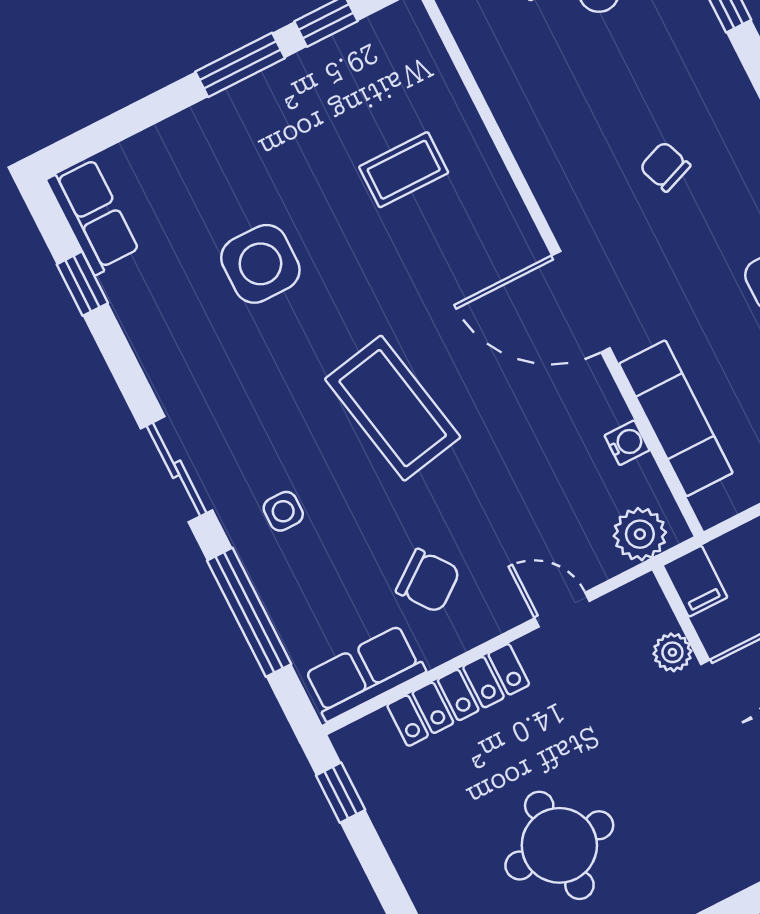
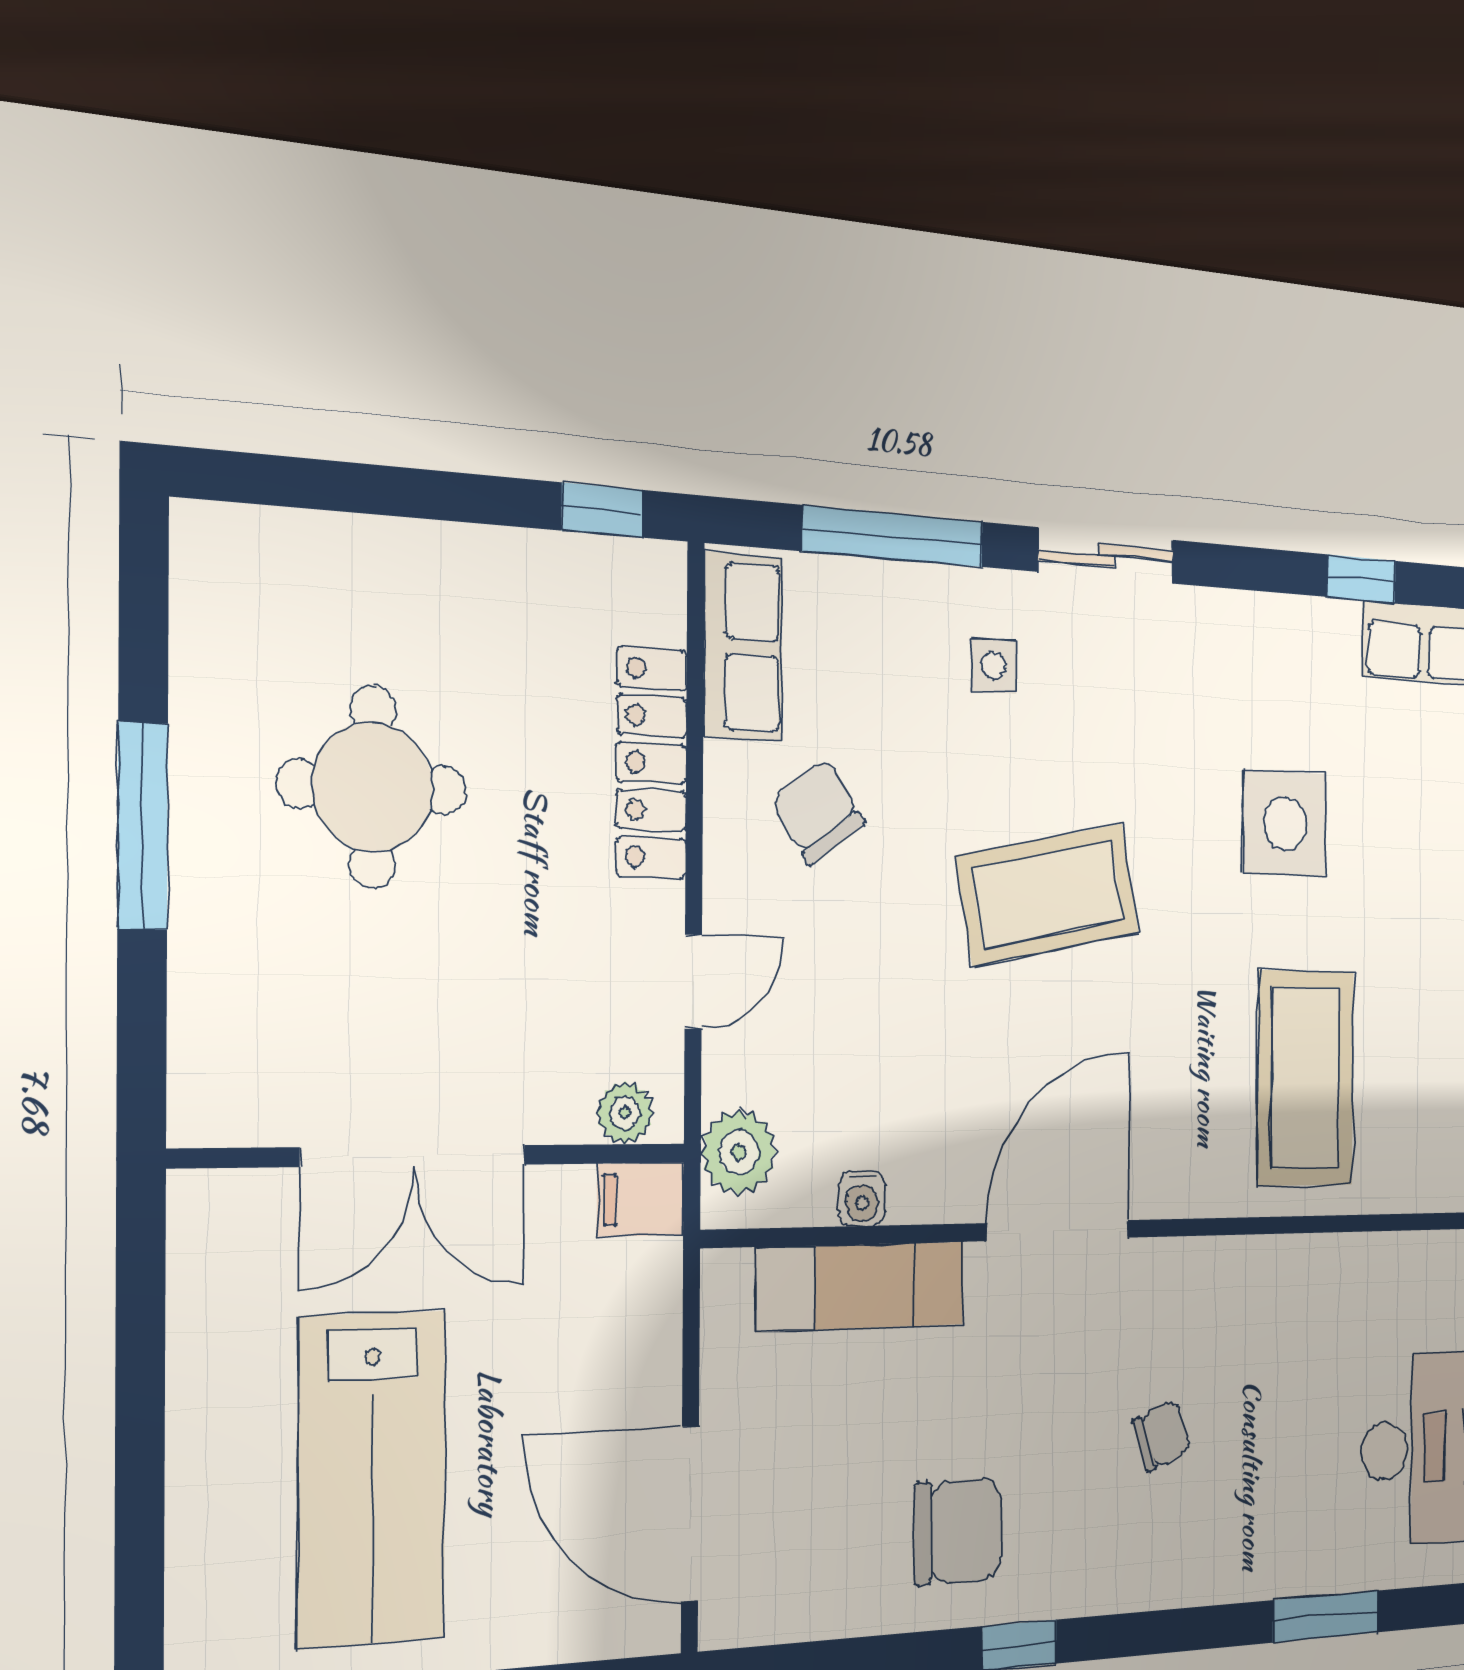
coffee table: (404, 170) -> (1306, 1078), width x1.86, depth x1.72
chair: (428, 581) -> (818, 812), turned 92
plant: (672, 652) -> (625, 1113), moved

